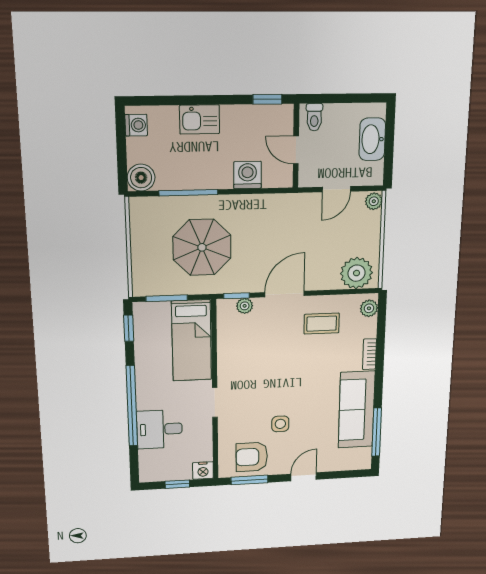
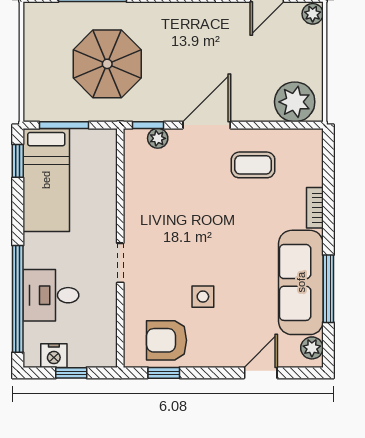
plant: (369, 308) -> (312, 348), moved
bed: (191, 341) -> (46, 180), moved
window: (132, 406) -> (18, 299), moved
window: (377, 432) -> (328, 289), moved
nightstand: (203, 471) -> (54, 356), moved
door: (304, 477) -> (261, 373), moved
window: (249, 480) -> (164, 373), width x0.67

